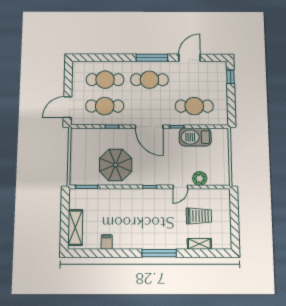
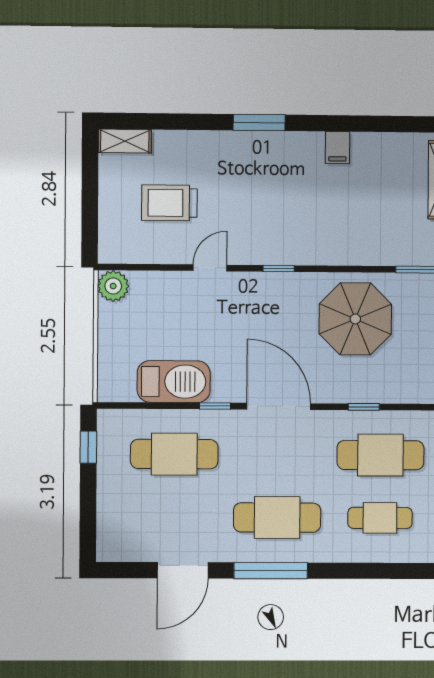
window: (230, 77) -> (88, 447), moved
cafe table: (105, 80) -> (380, 518), width x0.73, depth x0.74
plant: (200, 179) -> (113, 286), moved
filing cabinet: (107, 242) -> (337, 148), moved
shelving: (199, 244) -> (125, 141), moved
window: (159, 253) -> (259, 123), width x0.69

